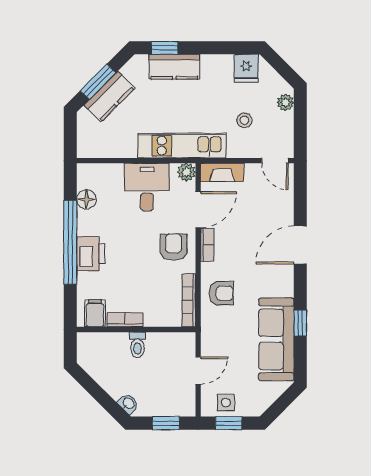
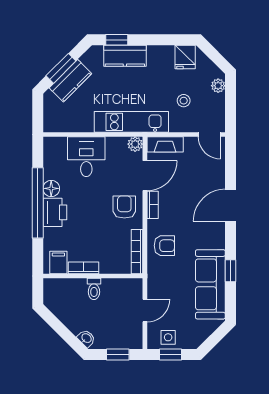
desk: (147, 187) -> (86, 157), moved
floor lamp: (87, 199) -> (51, 188), moved

